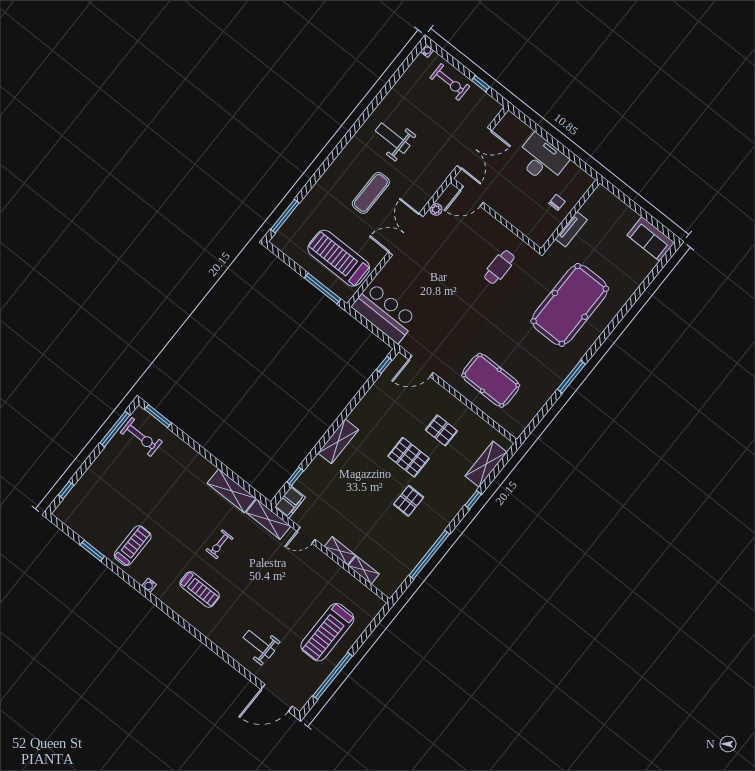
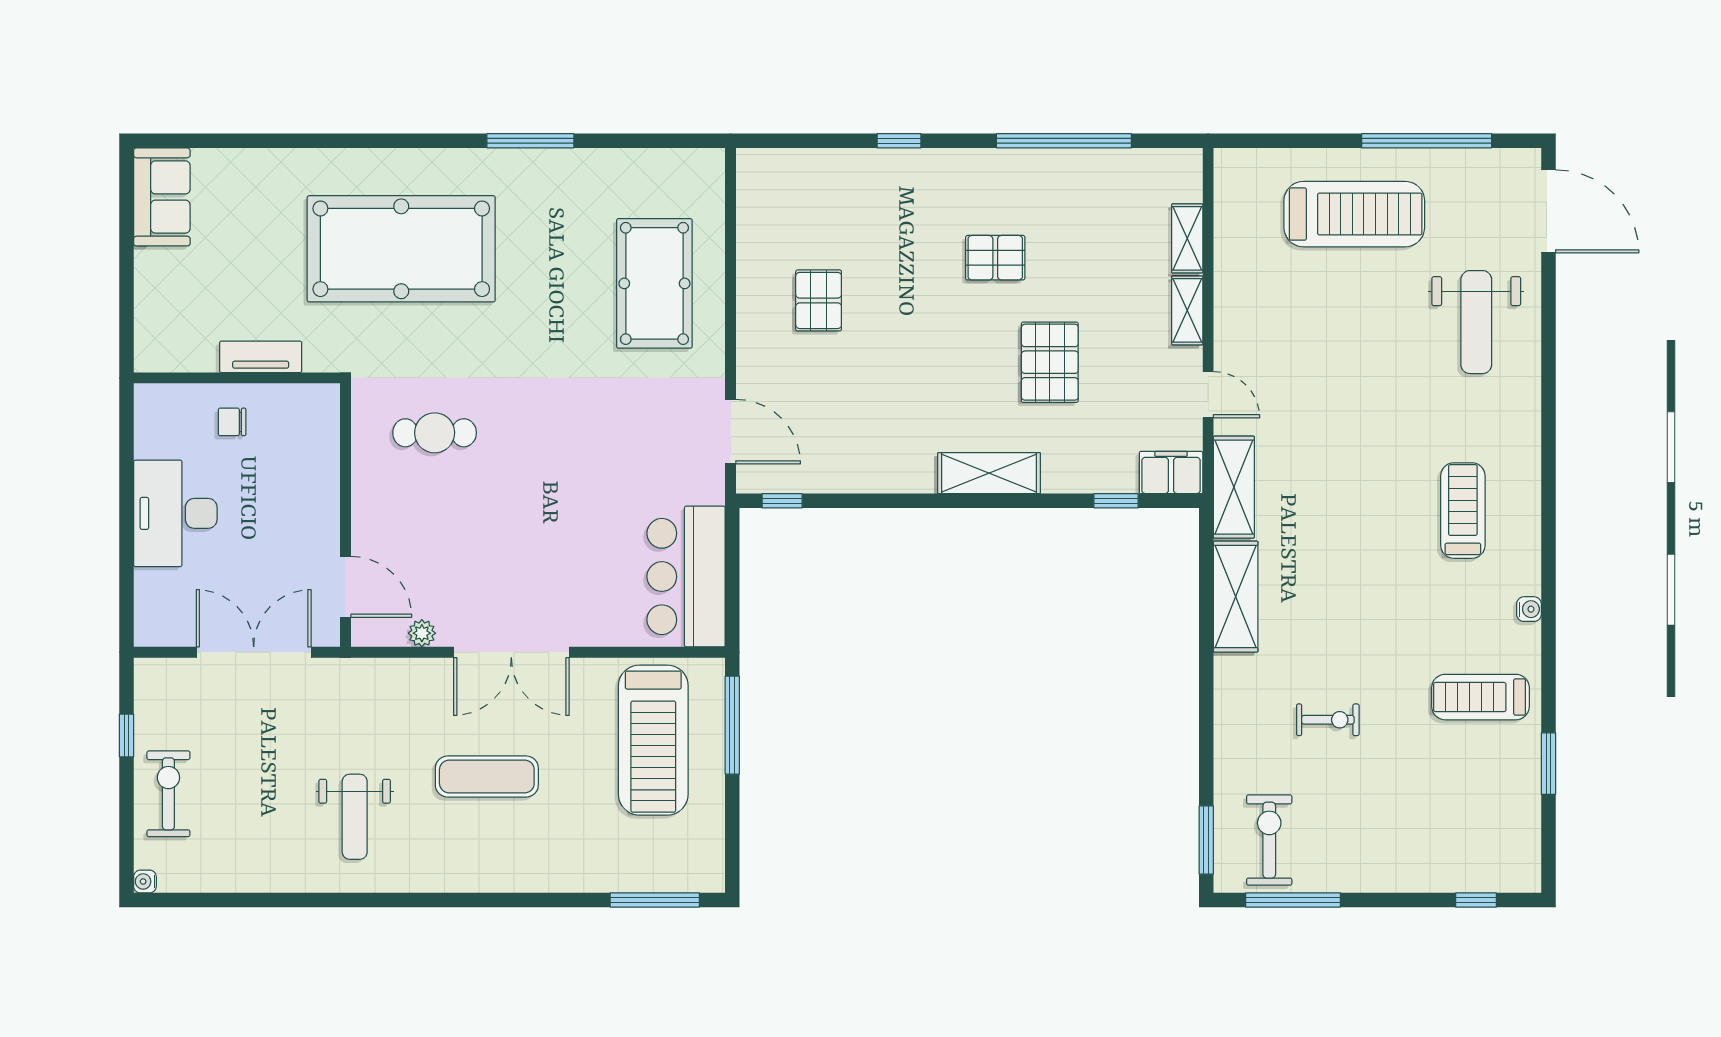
pallet: (409, 457) -> (1050, 362), moved
shelving: (486, 464) -> (815, 169), removed
exercise bike: (219, 544) -> (1328, 720), moved
weight bench: (259, 644) -> (1476, 322), width x1.36, depth x1.33

